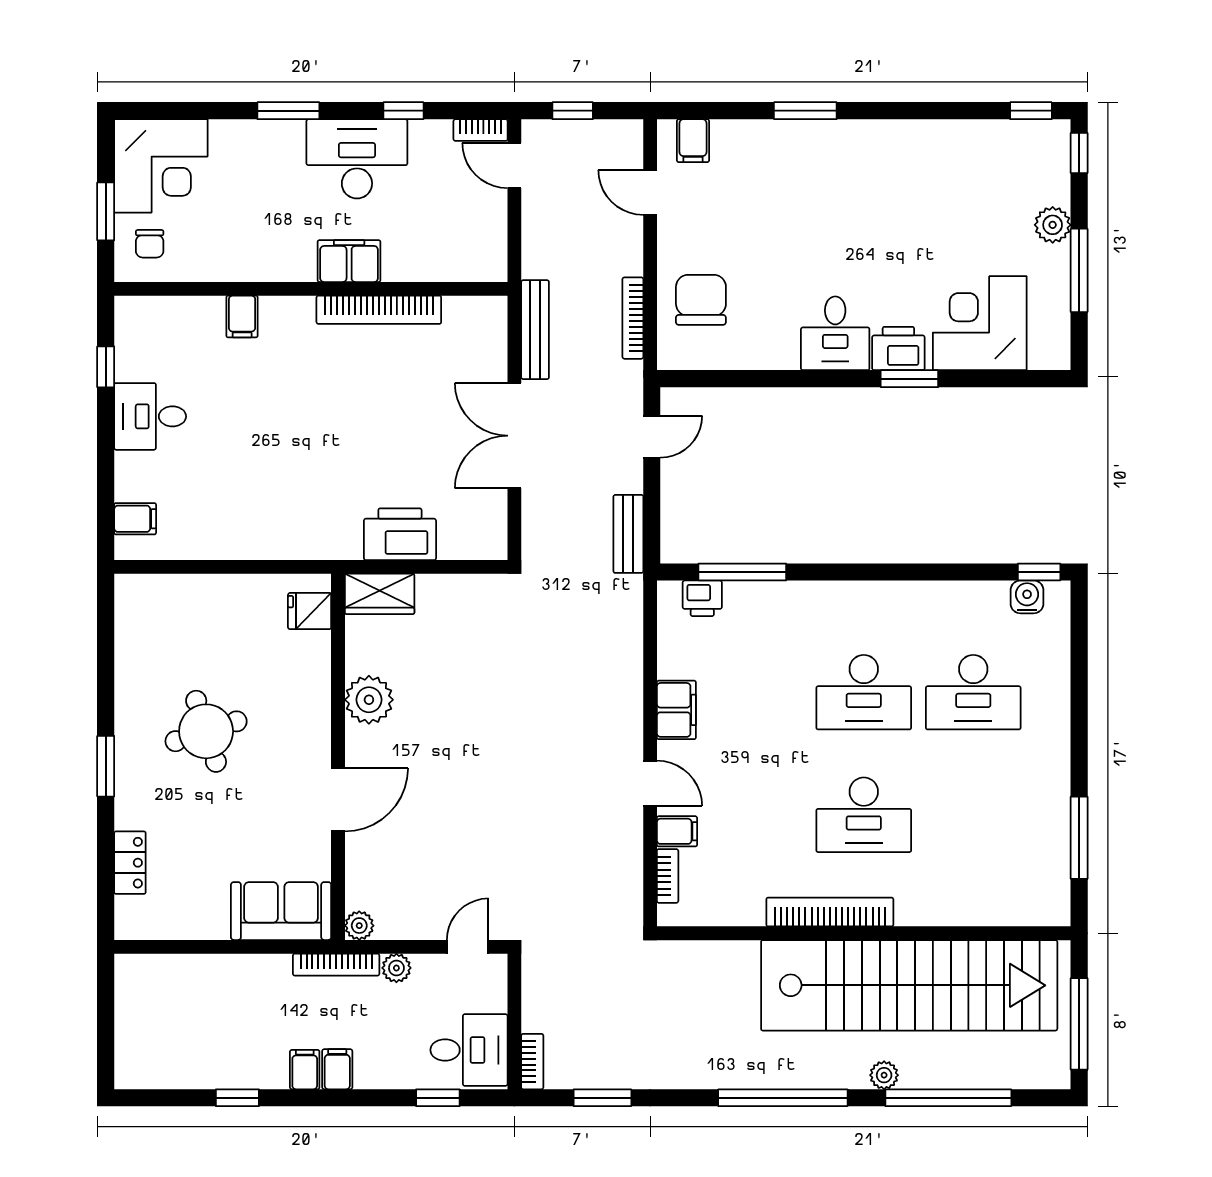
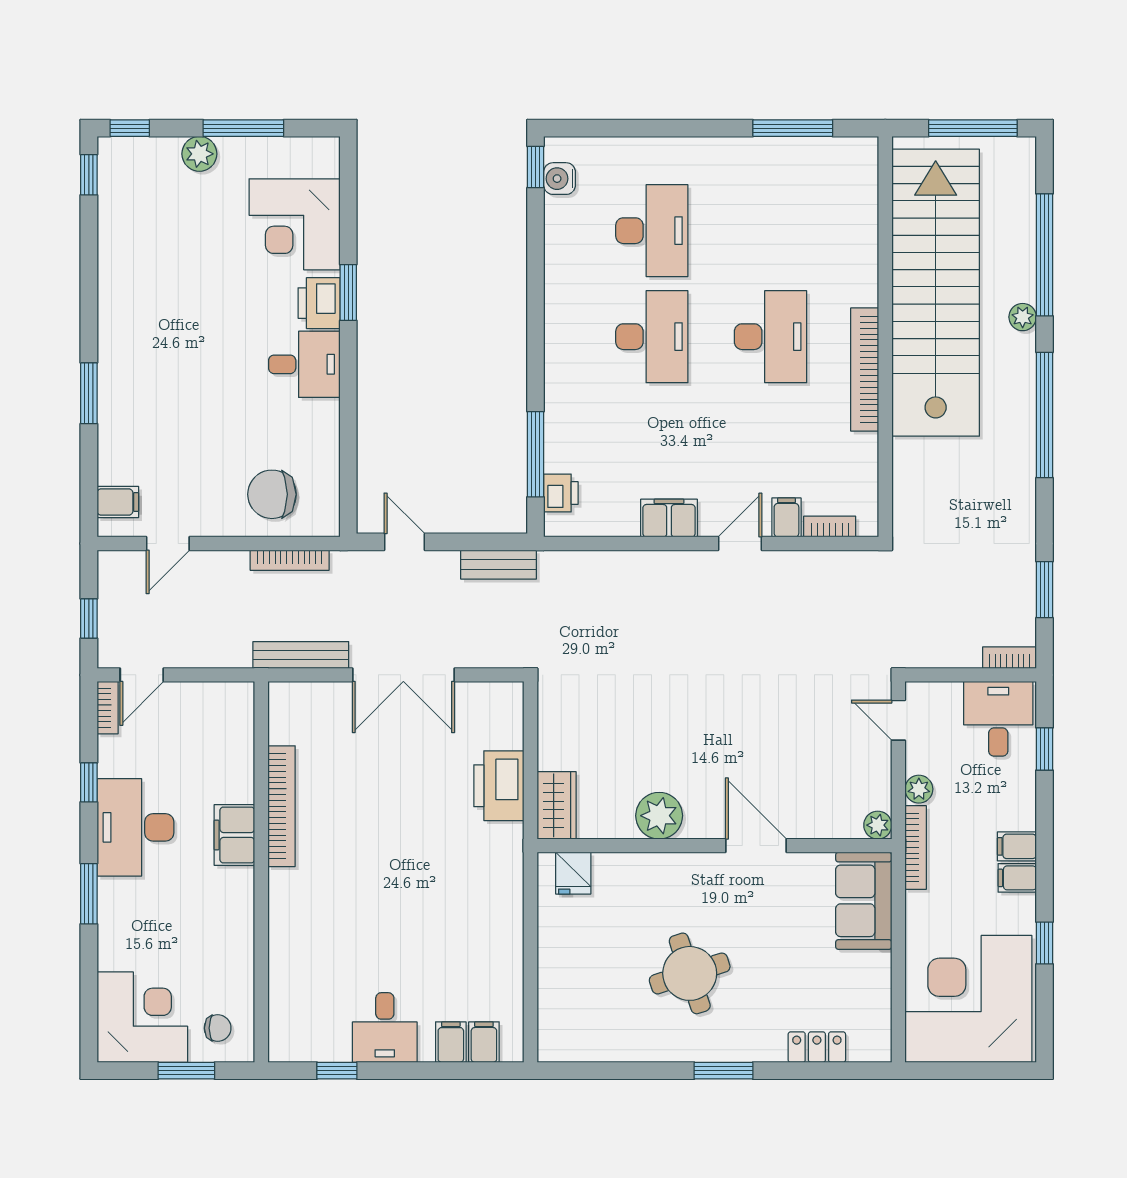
filing cabinet: (242, 317) -> (451, 1042), moved, turned -90
corner desk: (180, 1019) -> (968, 999), added

